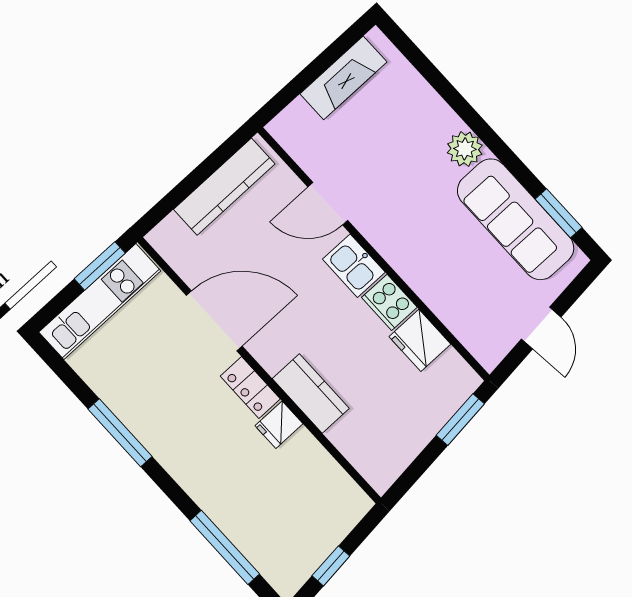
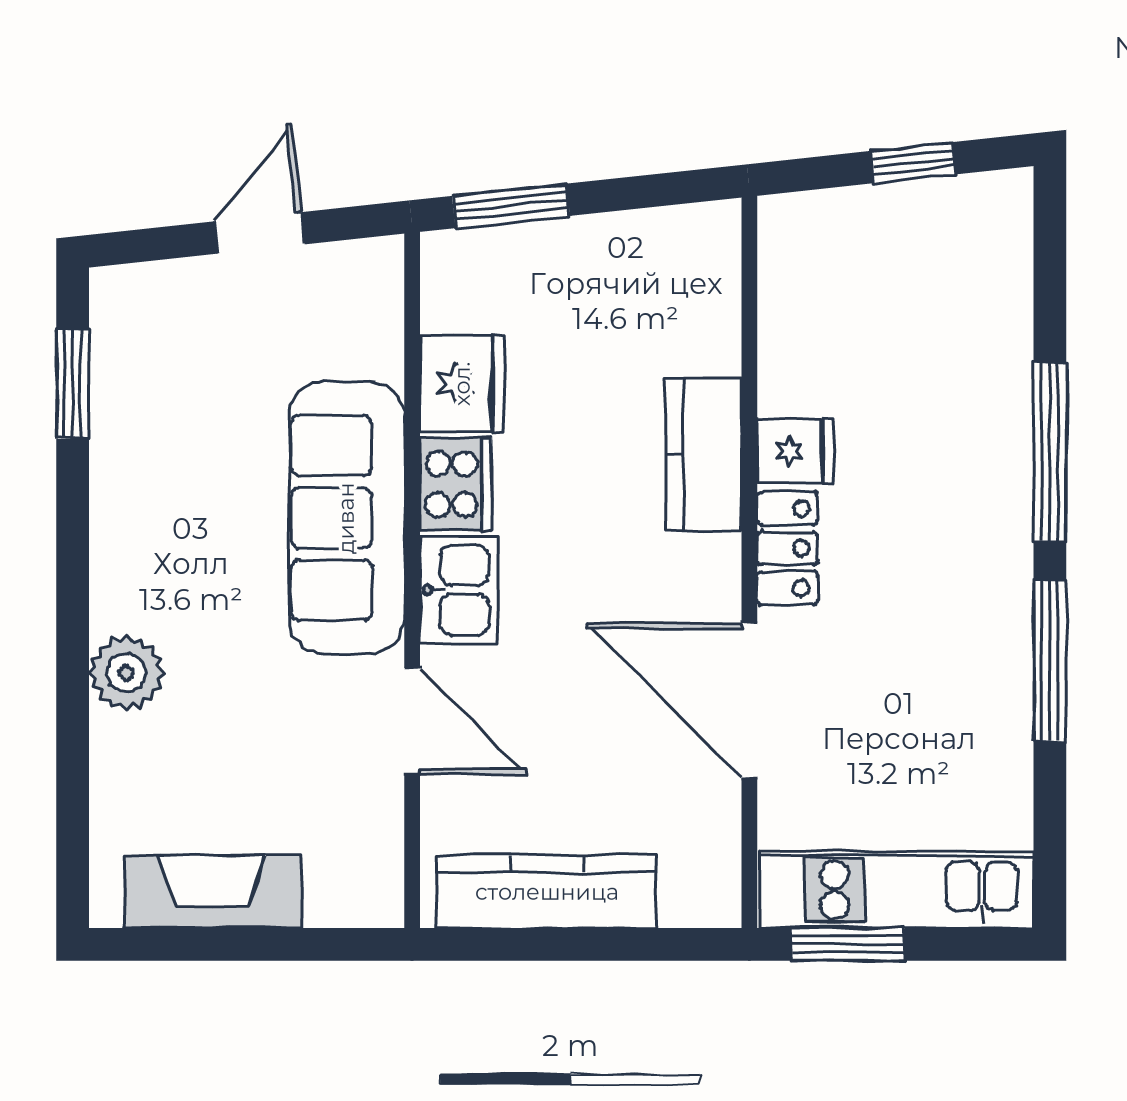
plant: (465, 149) -> (126, 673), moved
sofa: (516, 219) -> (346, 518), moved, turned 180
window: (225, 547) -> (1050, 452), moved

